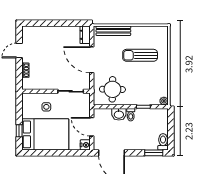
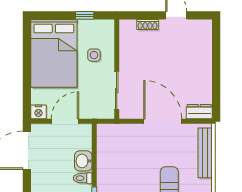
door: (92, 60) -> (163, 121), hinge flipped
round table: (112, 89) -> (120, 152), removed
window: (19, 131) -> (85, 15), moved

